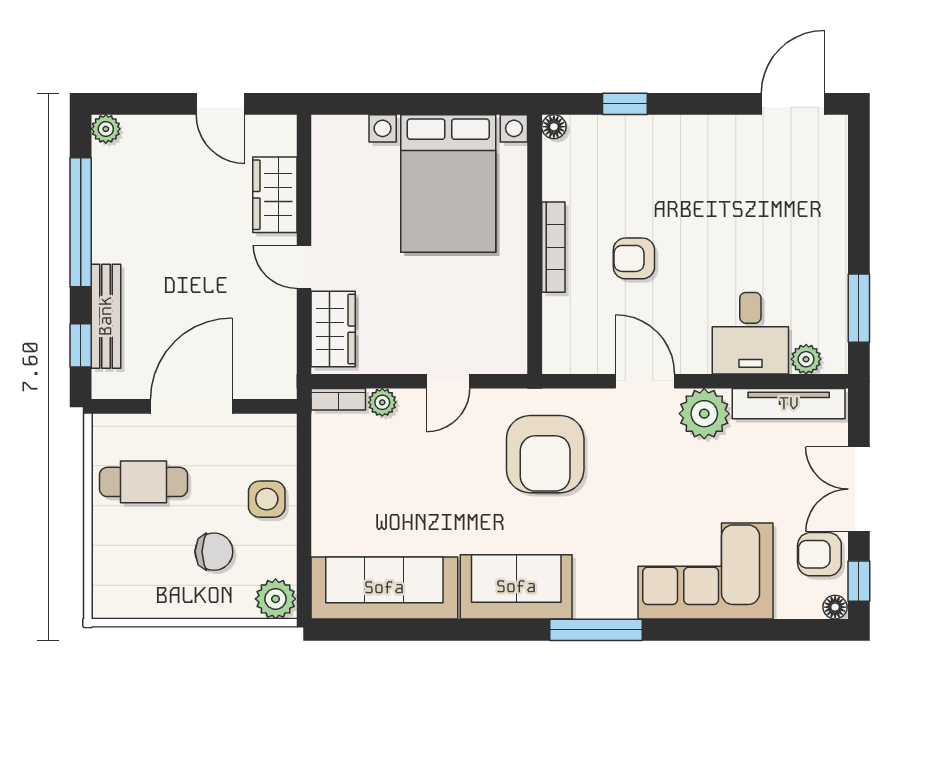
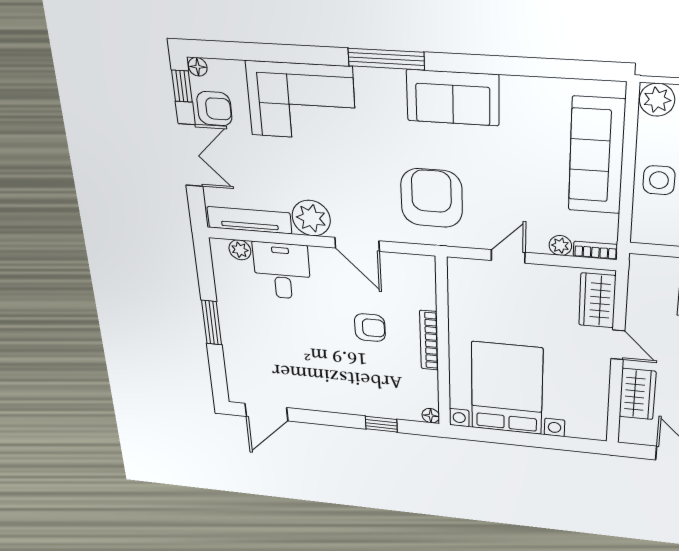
window: (859, 308) -> (211, 323), moved
sofa: (384, 588) -> (596, 156), moved, turned 90

